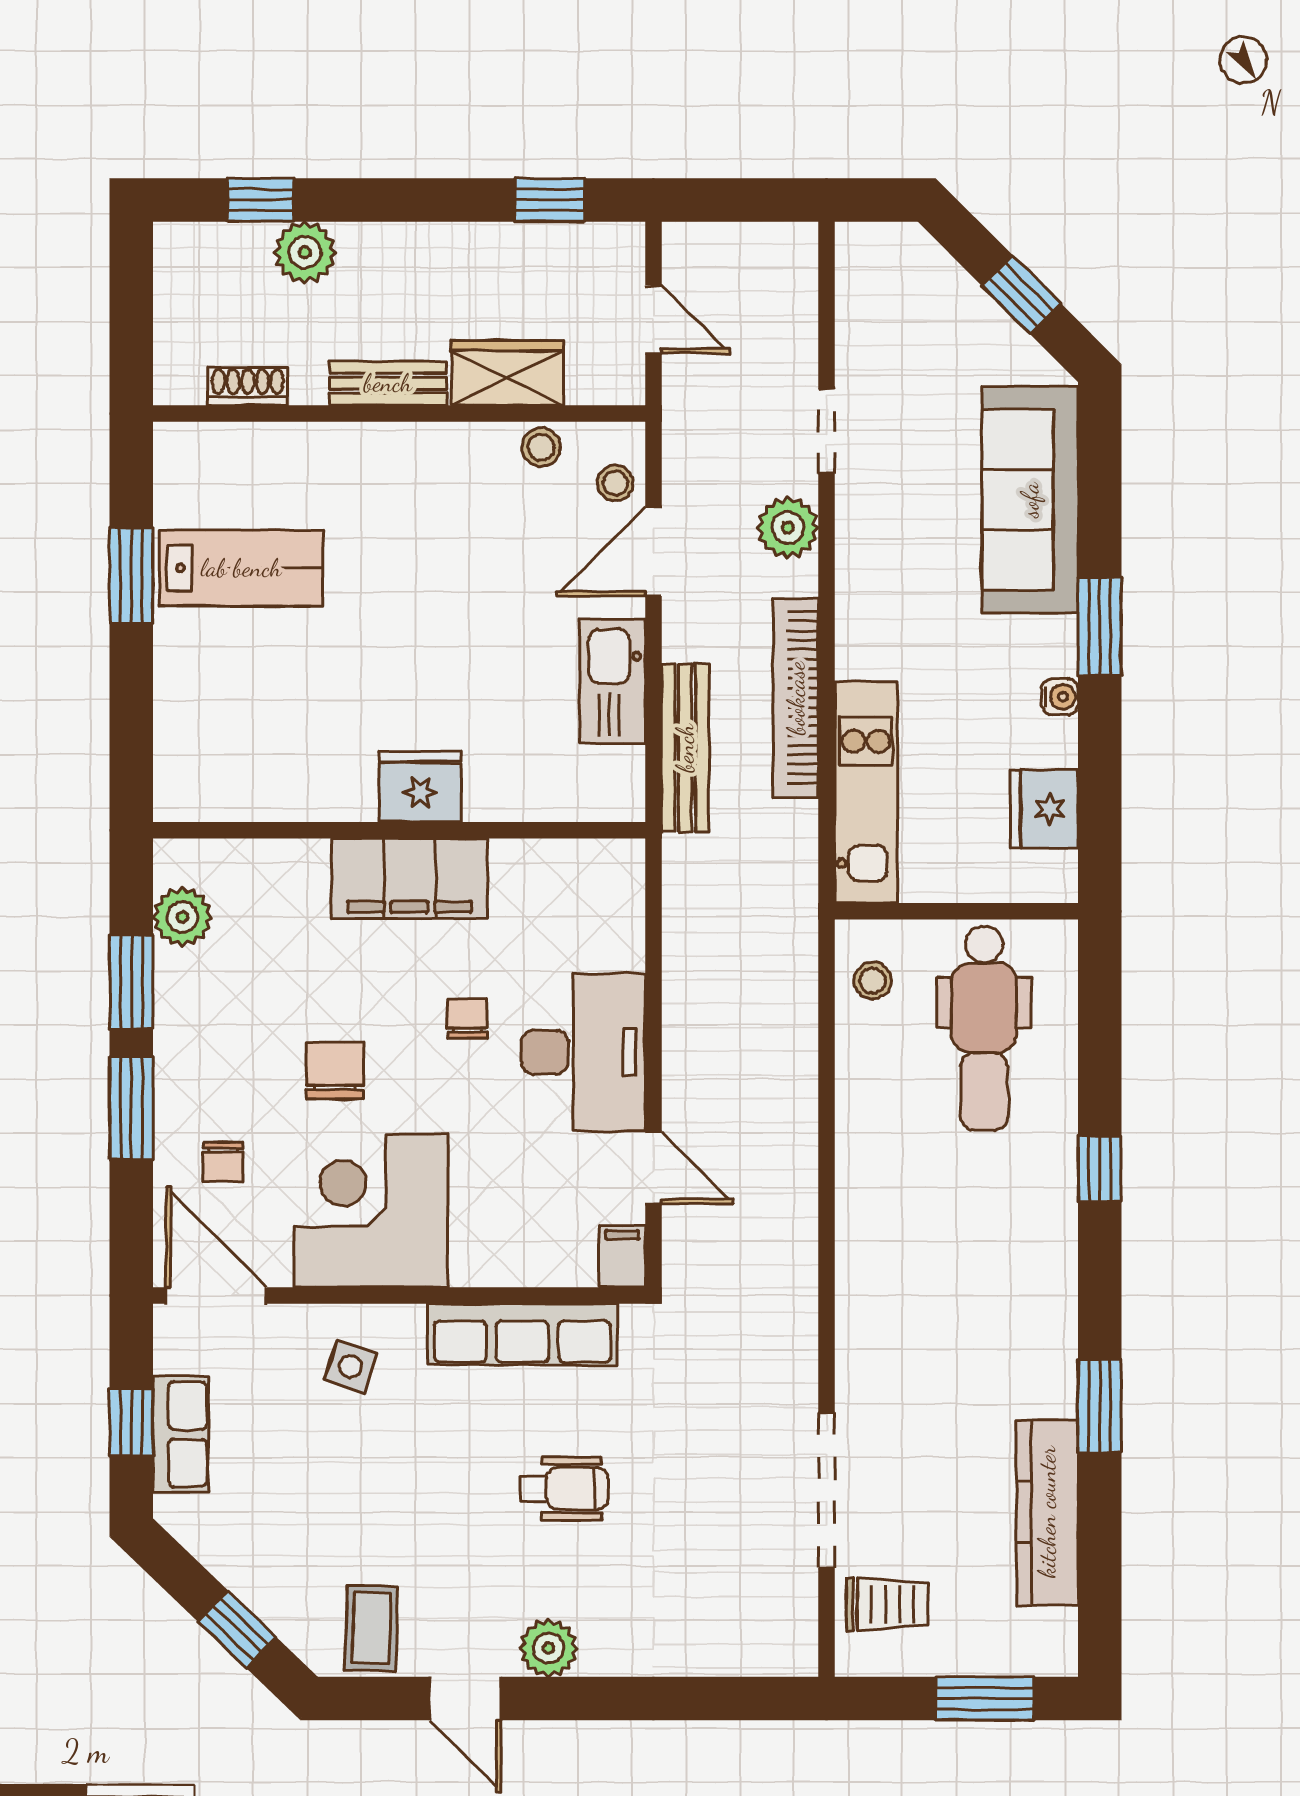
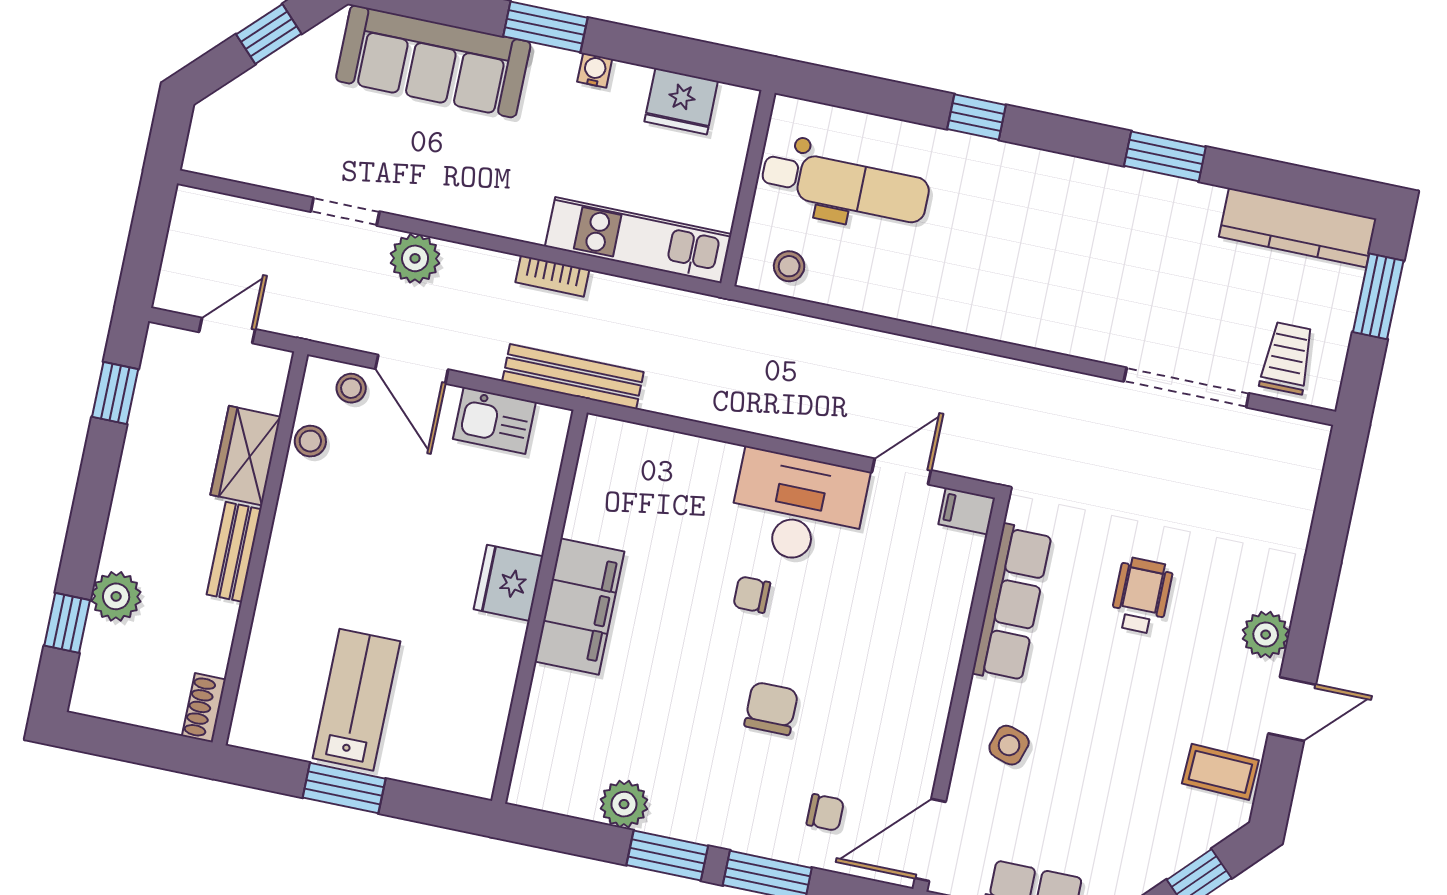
shoe rack: (248, 386) -> (204, 708), moved
kitchen sink: (612, 681) -> (494, 420), width x0.73
bookcase: (796, 698) -> (552, 276), width x0.43, depth x0.76
fridge: (420, 787) -> (508, 583), moved
wall: (399, 830) -> (539, 607), moved
filing cabinet: (410, 879) -> (580, 606), moved
chair: (335, 1071) -> (771, 708), turned 90
corner desk: (371, 1211) -> (889, 703), removed
kitchen counter: (1047, 1512) -> (1298, 228), moved

